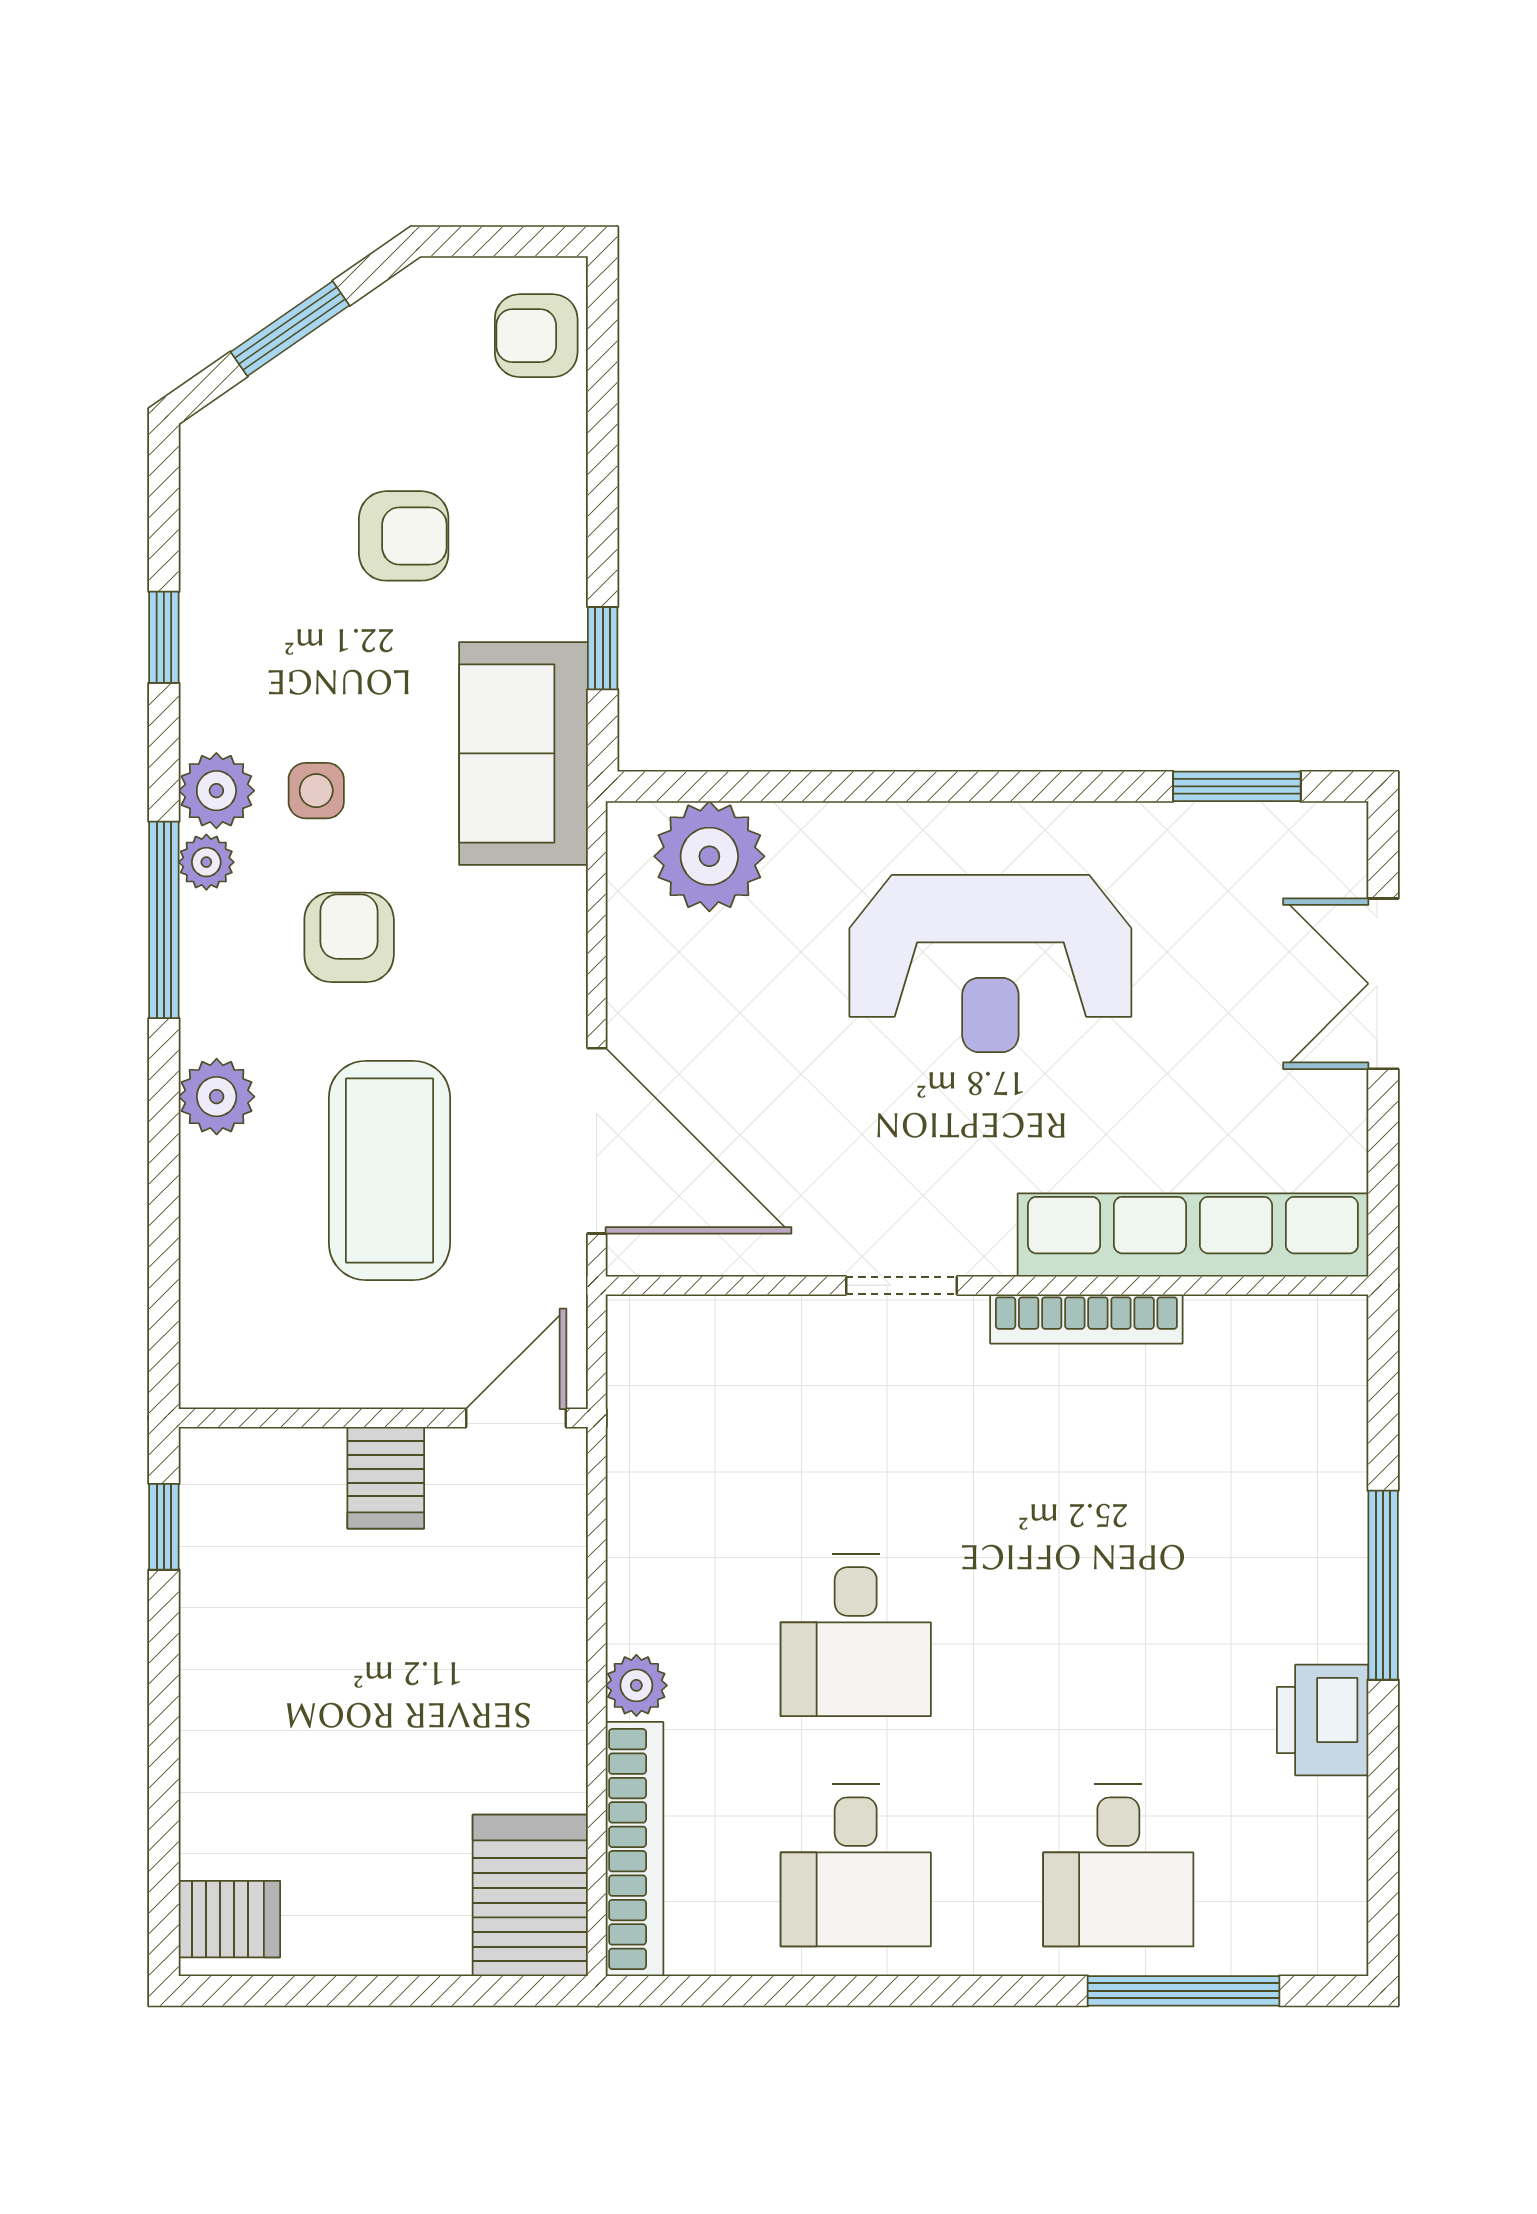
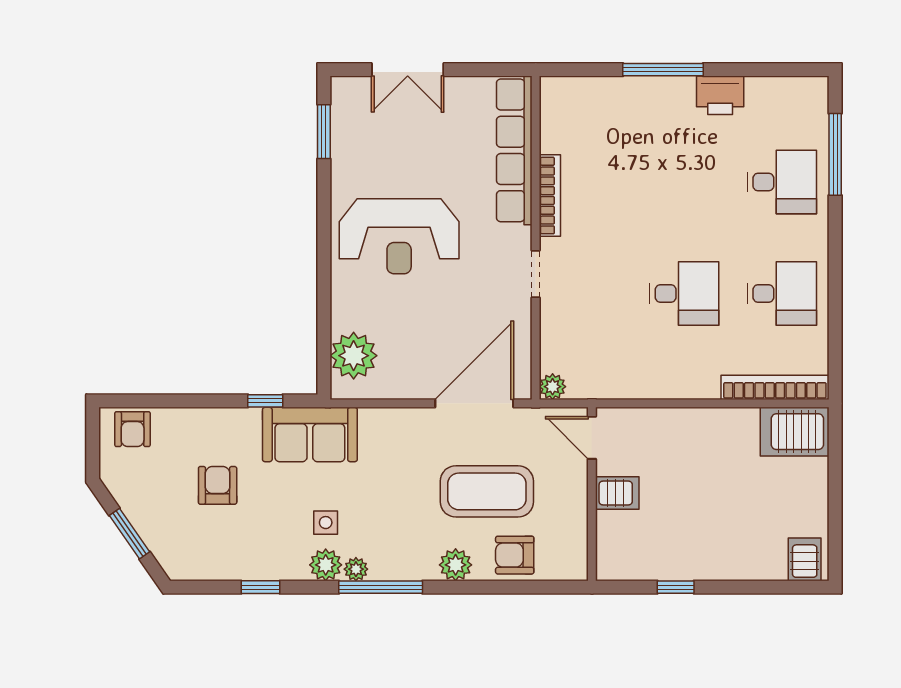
armchair: (349, 937) -> (515, 555), moved
reception desk: (990, 964) -> (399, 236), turned 90
window: (164, 1527) -> (676, 587), moved
plant: (636, 1685) -> (553, 387), moved

